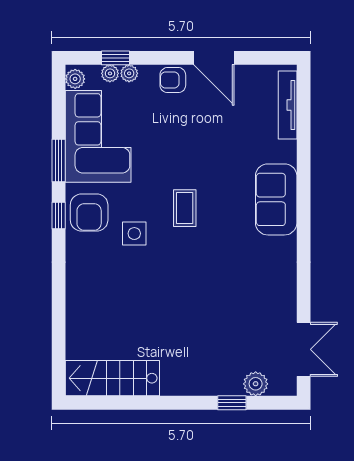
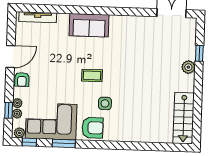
window: (59, 215) -> (29, 142), moved
plant: (256, 384) -> (188, 67), moved

